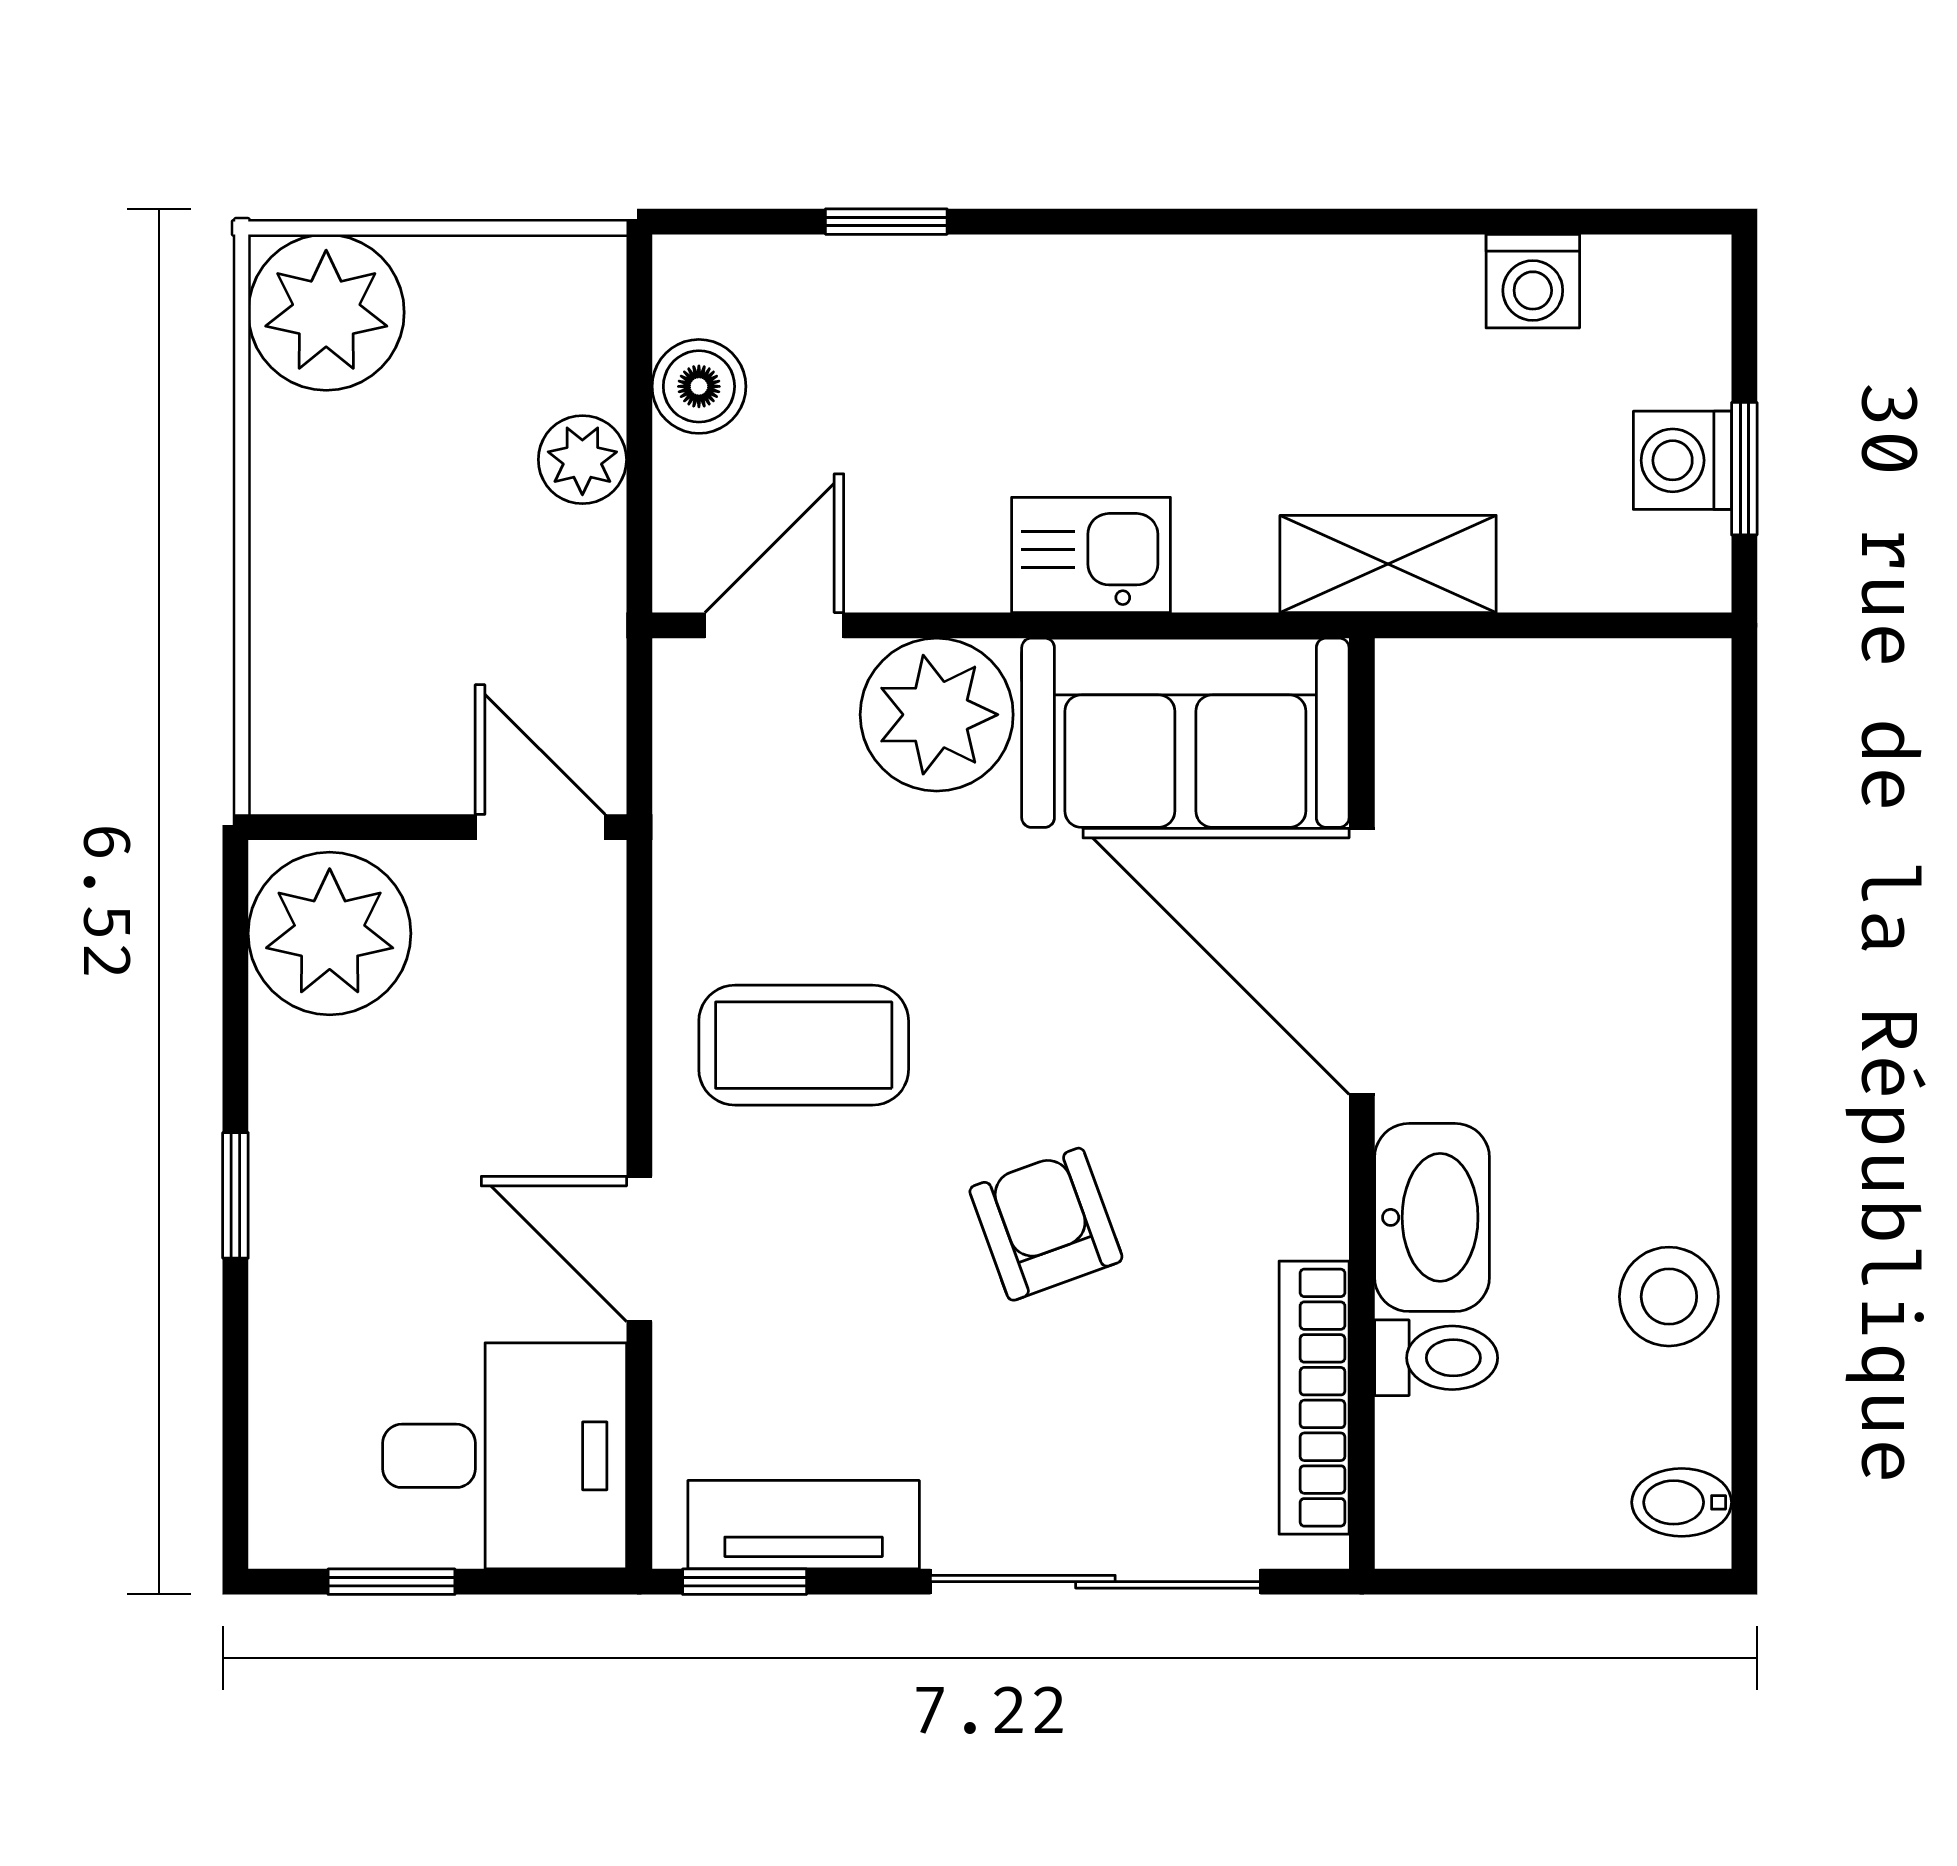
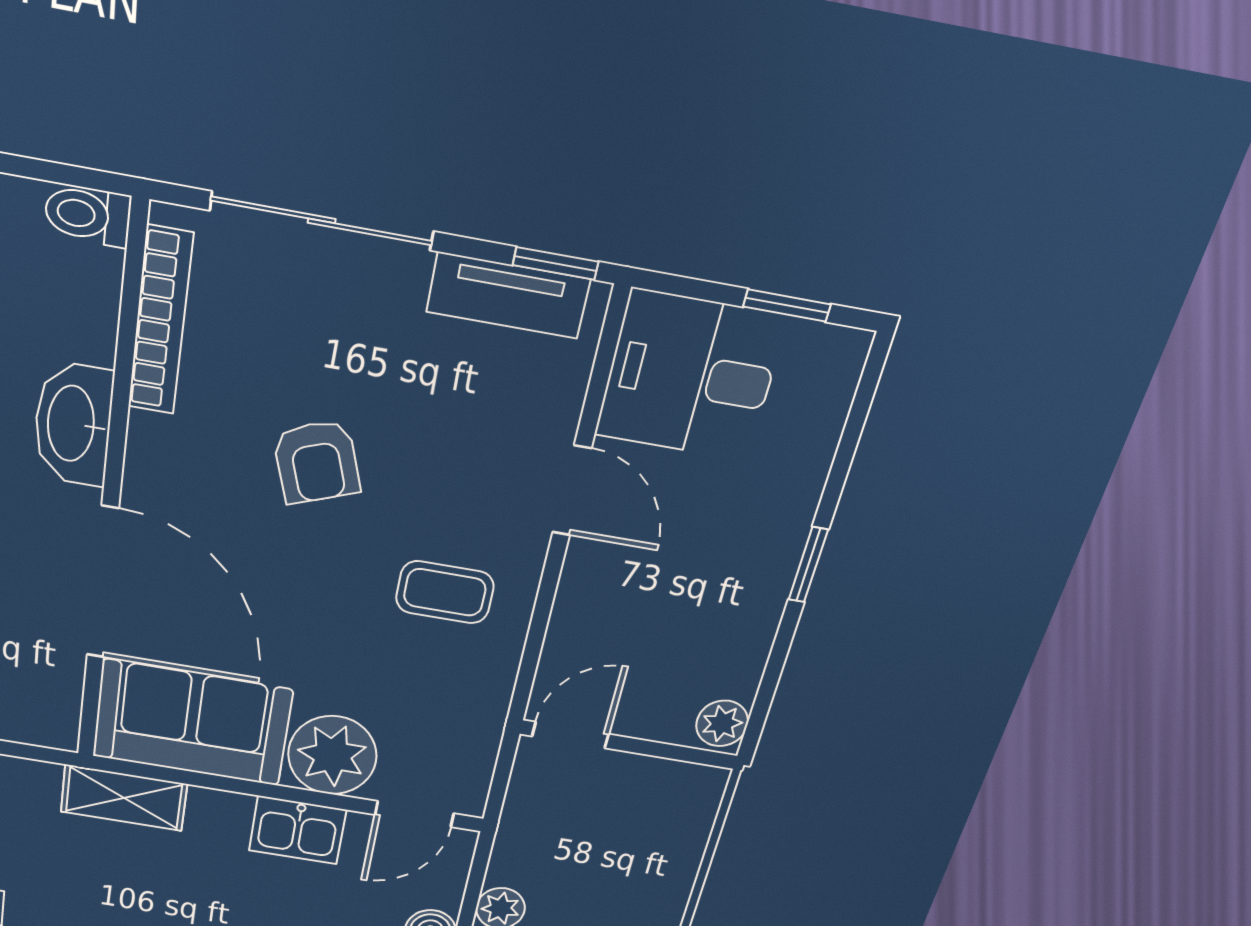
kitchen sink: (1091, 555) -> (297, 830), moved
shelving: (1388, 564) -> (124, 798), moved
door: (540, 827) -> (570, 735), swing flipped
plant: (330, 933) -> (722, 723), width x0.53, depth x0.53
coffee table: (804, 1045) -> (445, 592), width x0.73, depth x0.77
toilet: (1436, 1358) -> (88, 215), moved

